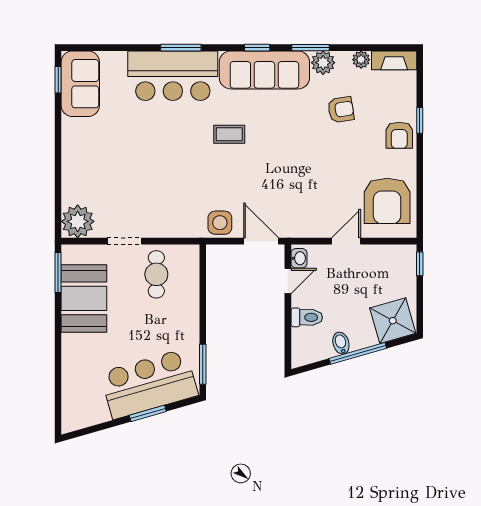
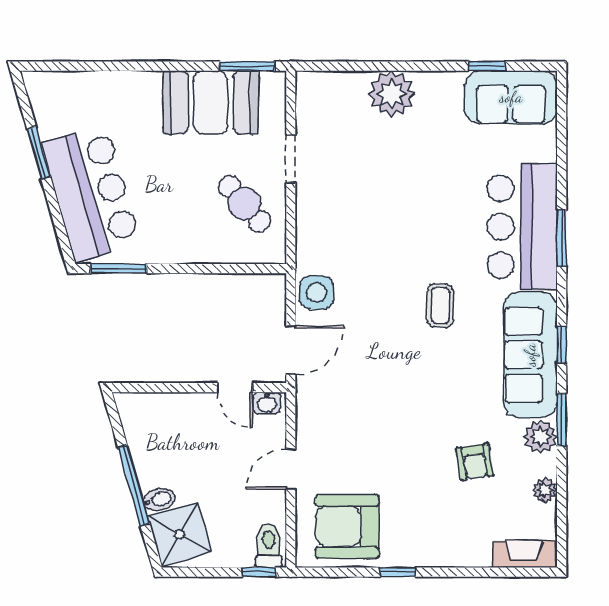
fireplace: (394, 60) -> (524, 554), moved, turned 90
window: (58, 80) -> (487, 66), moved
window: (420, 120) -> (398, 572), moved
armchair: (399, 135) -> (439, 543), removed
plant: (78, 221) -> (392, 94), moved
door: (346, 241) -> (291, 469), swing flipped
cafe table: (156, 274) -> (244, 204), turned 49
toilet: (307, 317) -> (269, 546), moved, turned 180
bidet: (341, 343) -> (159, 500), moved
window: (148, 413) -> (39, 153), moved

